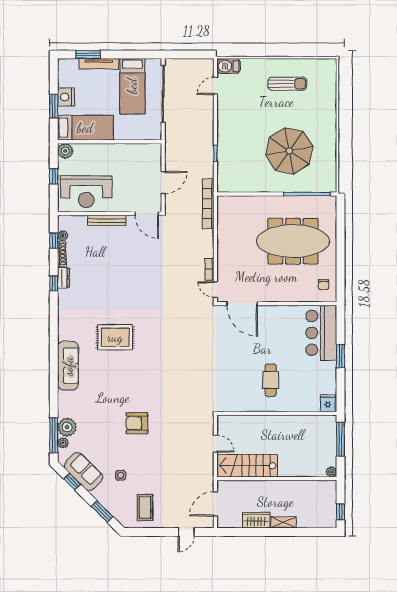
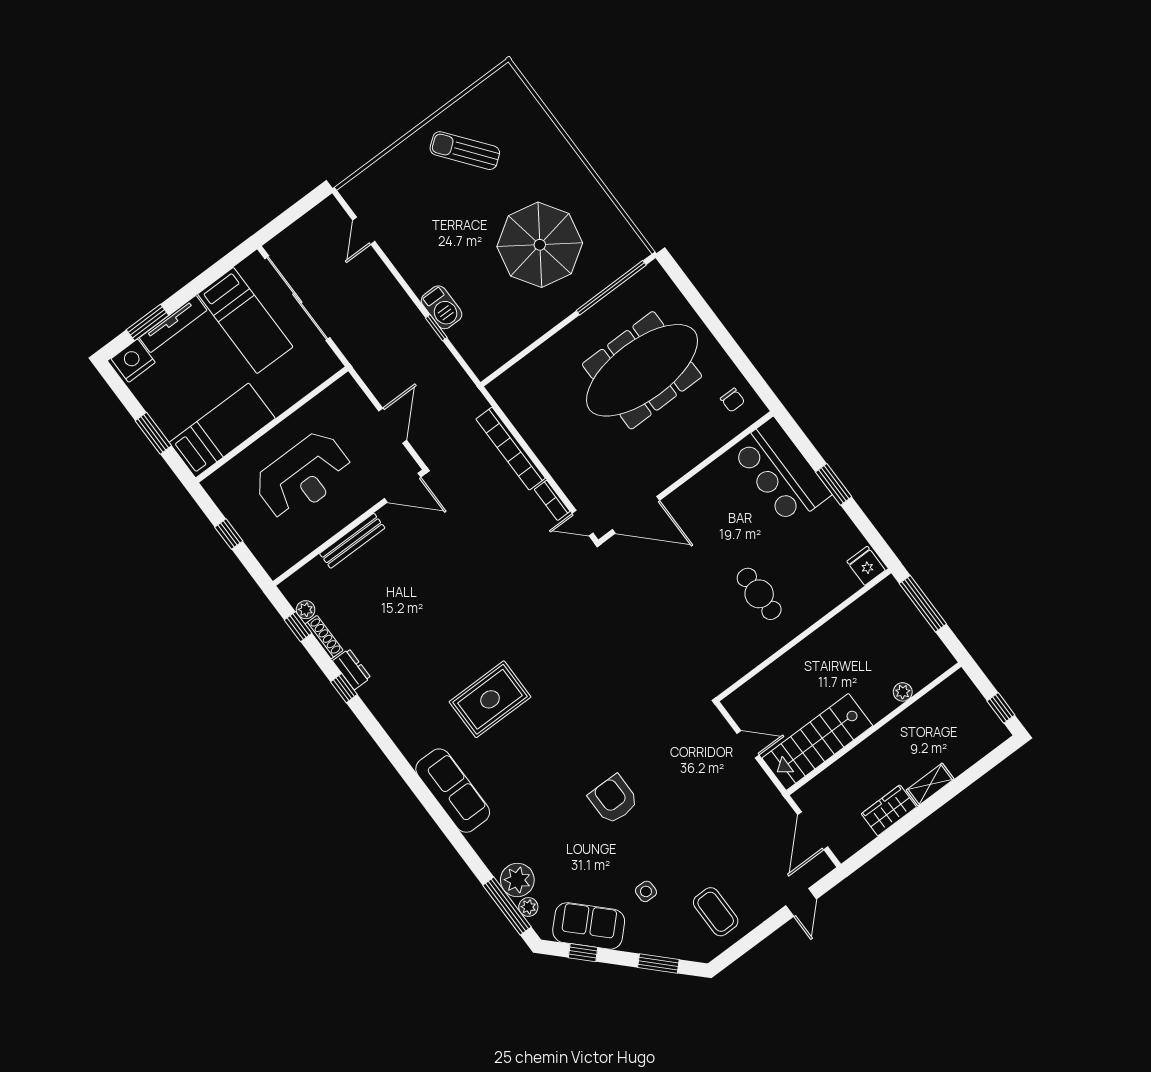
barbecue: (229, 66) -> (442, 307), moved, turned -90
sun lounger: (287, 84) -> (465, 151), turned -128
nightstand: (66, 97) -> (133, 361), moved, turned 90
plant: (65, 151) -> (218, 485), removed
reception desk: (86, 192) -> (303, 476), moved
bookcase: (208, 204) -> (511, 449), moved
armchair: (137, 423) -> (613, 799), turned 90
plant: (331, 472) -> (903, 692), moved

